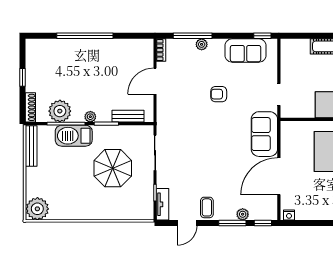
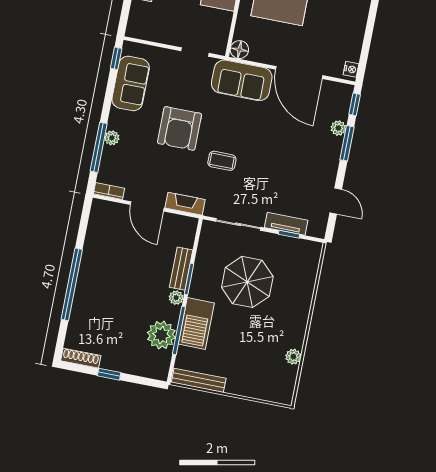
armchair: (219, 94) -> (179, 128), width x1.88, depth x1.88
shoe rack: (30, 107) -> (81, 358), moved
fireplace: (163, 110) -> (185, 204), added
bench: (128, 116) -> (181, 269), moved
floor lamp: (287, 128) -> (239, 50), added
tv unit: (162, 204) -> (286, 224), moved
coffee table: (207, 207) -> (222, 161), moved
plant: (37, 209) -> (293, 357), moved, width x0.53, depth x0.53

